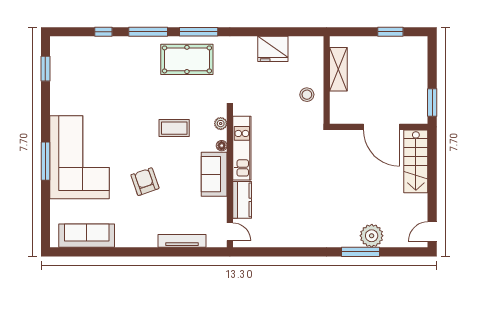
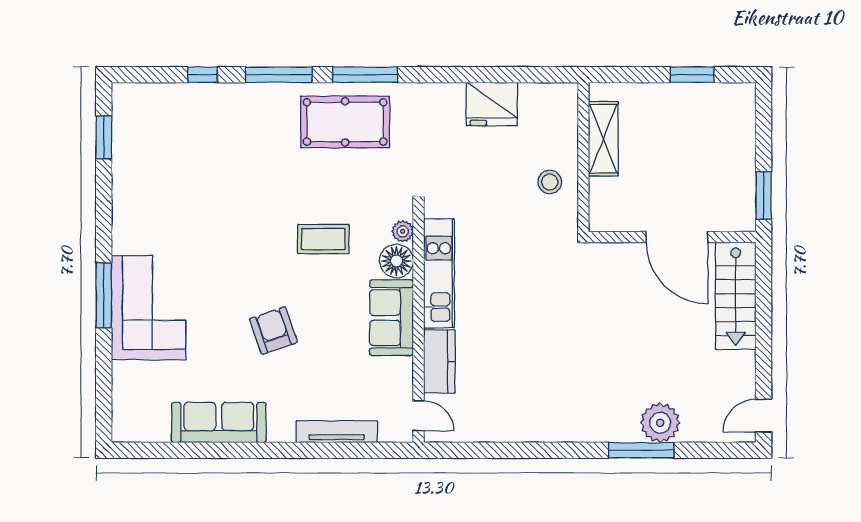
floor lamp: (222, 146) -> (396, 261), width x1.89, depth x1.89
corner sofa: (80, 157) -> (149, 308), width x0.73, depth x0.74
sofa: (87, 236) -> (219, 422), moved

